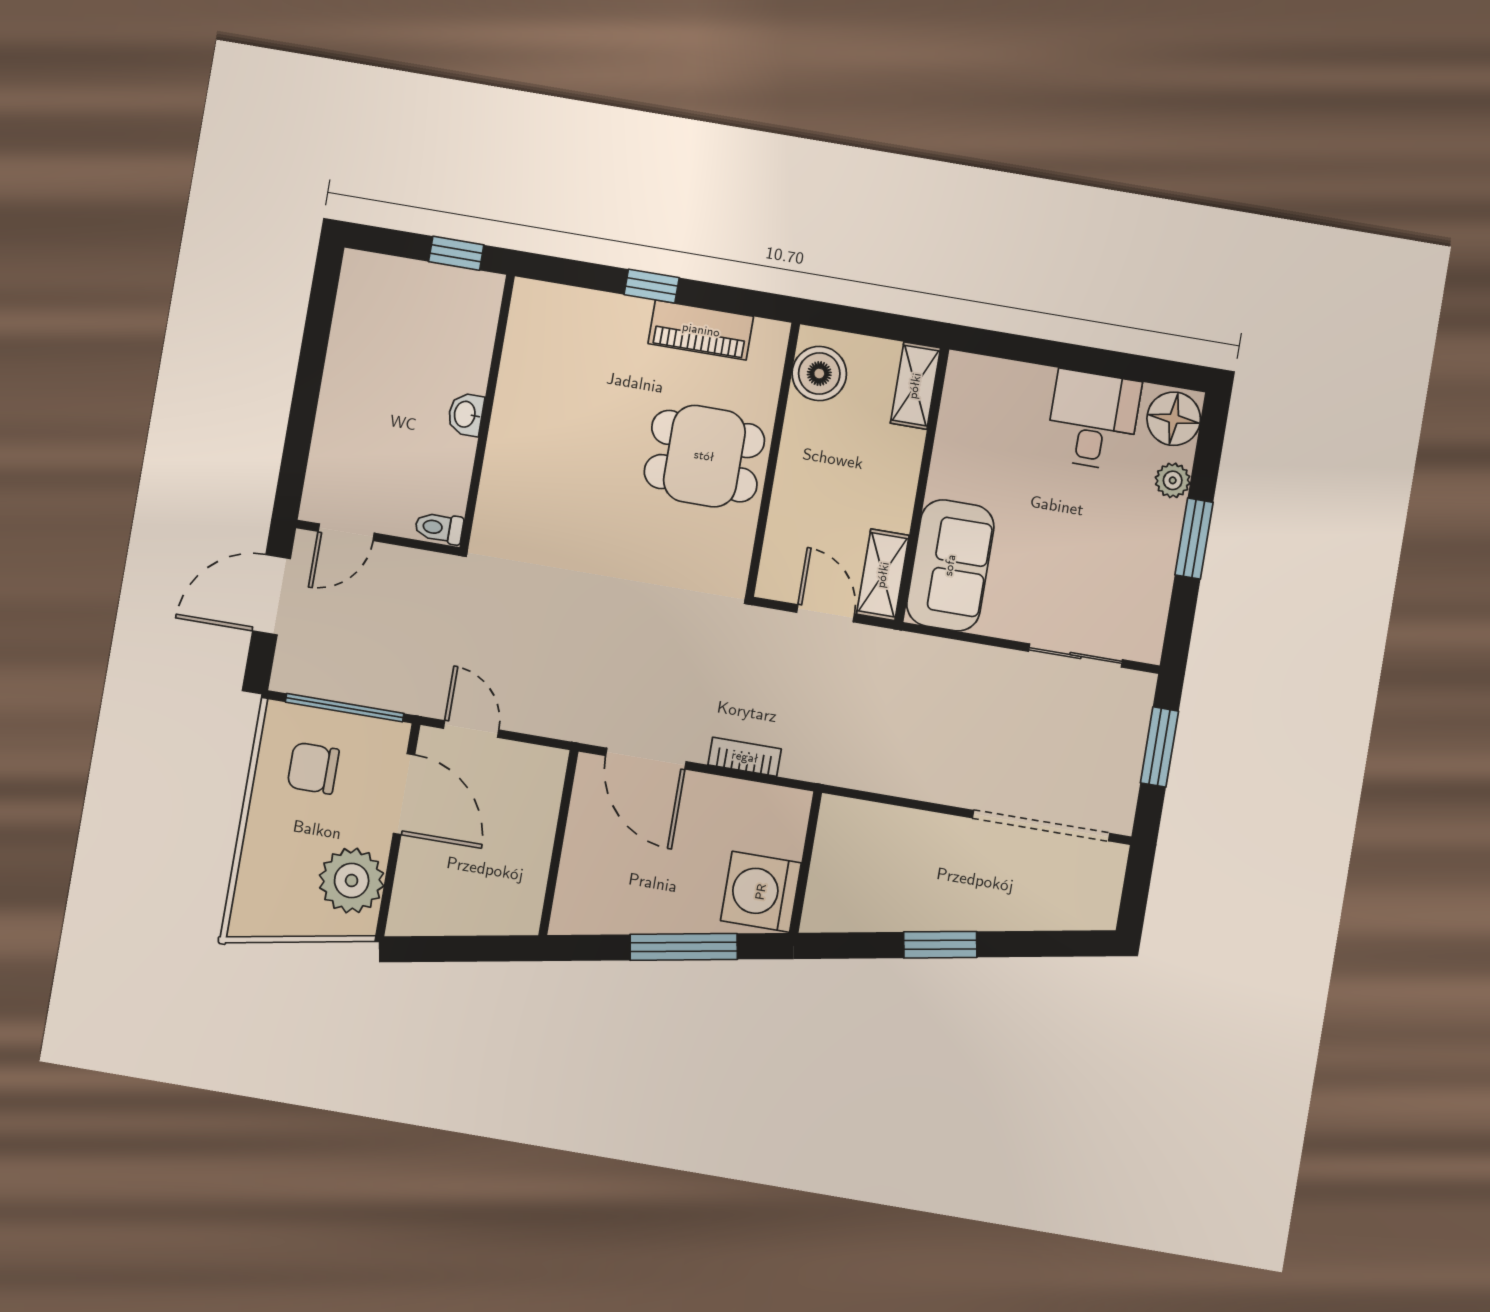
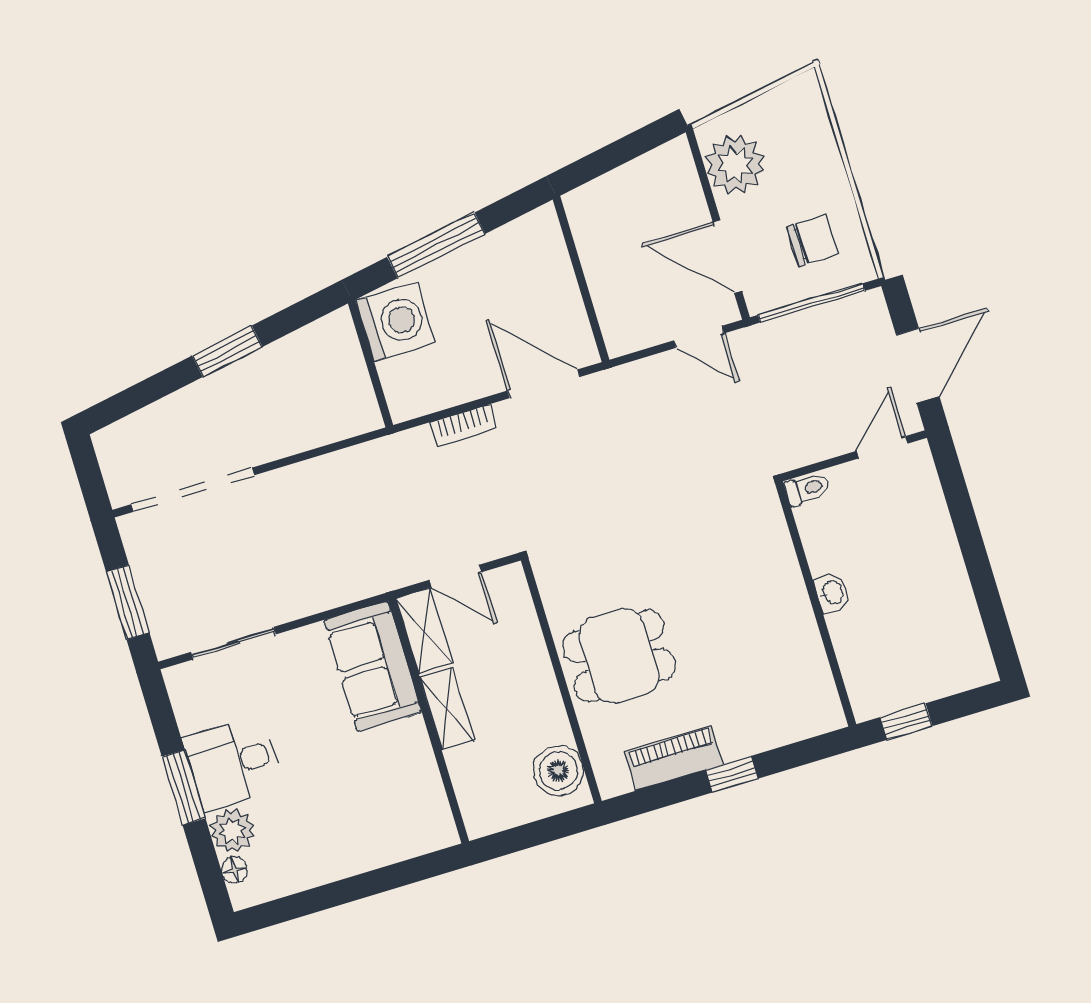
shelving: (915, 386) -> (447, 708), moved
floor lamp: (1174, 419) -> (235, 870), width x0.53, depth x0.53
desk: (1093, 420) -> (233, 763), moved, turned 90
plant: (1173, 480) -> (232, 831), width x1.38, depth x1.38

